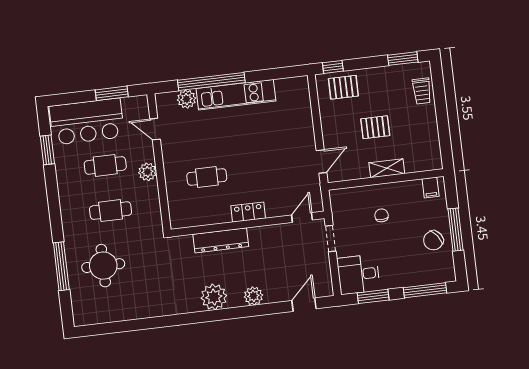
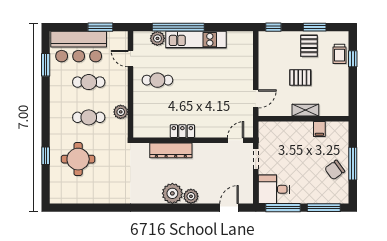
window: (403, 59) -> (315, 27), moved
pallet: (343, 87) -> (309, 46), moved, turned 90
window: (440, 95) -> (353, 59), added
plant: (147, 172) -> (121, 112), moved
cafe table: (207, 177) -> (157, 80), moved
filing cabinet: (431, 188) -> (319, 129), moved
locker: (248, 212) -> (182, 131), moved
chair: (382, 215) -> (297, 146), removed
window: (61, 266) -> (46, 156), width x0.46
window: (373, 296) -> (283, 208), width x1.44
plant: (214, 297) -> (172, 193), moved

